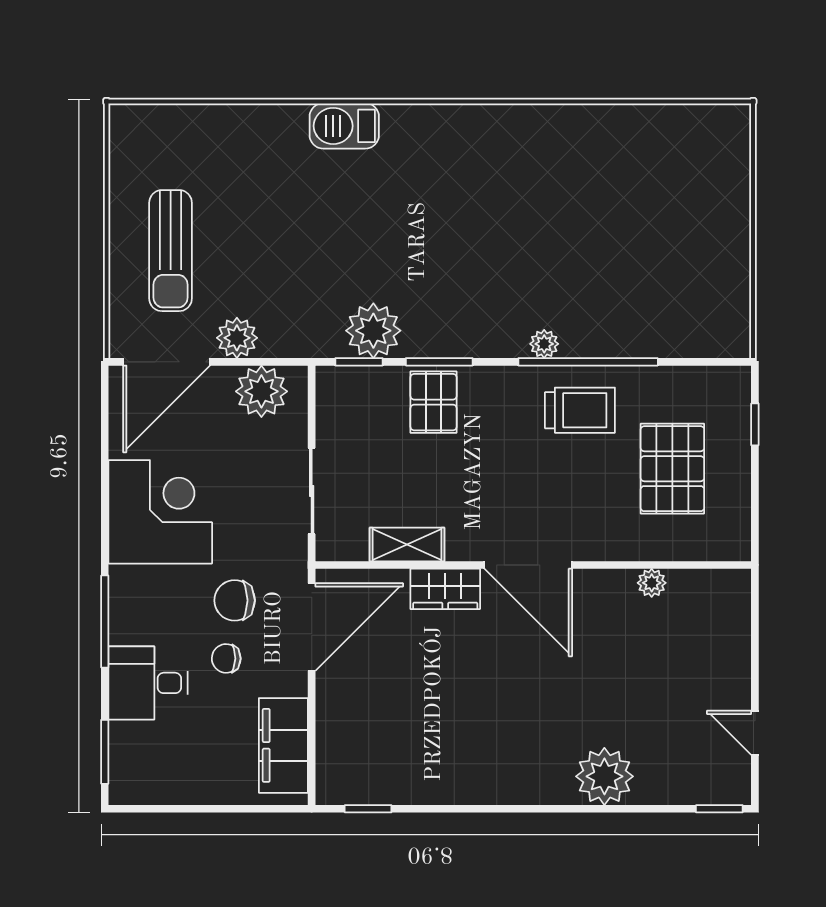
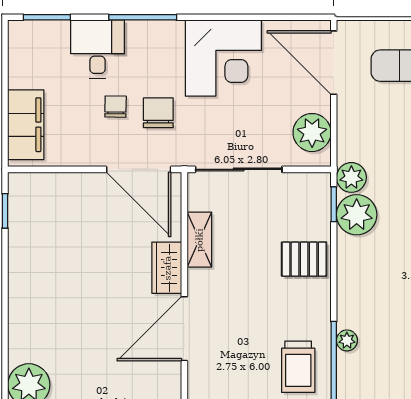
plant: (237, 338) -> (351, 177), moved
window: (439, 362) -> (334, 263), removed
sliding door: (312, 491) -> (239, 169), width x1.37
filing cabinet: (283, 745) -> (26, 125), moved, turned 90

